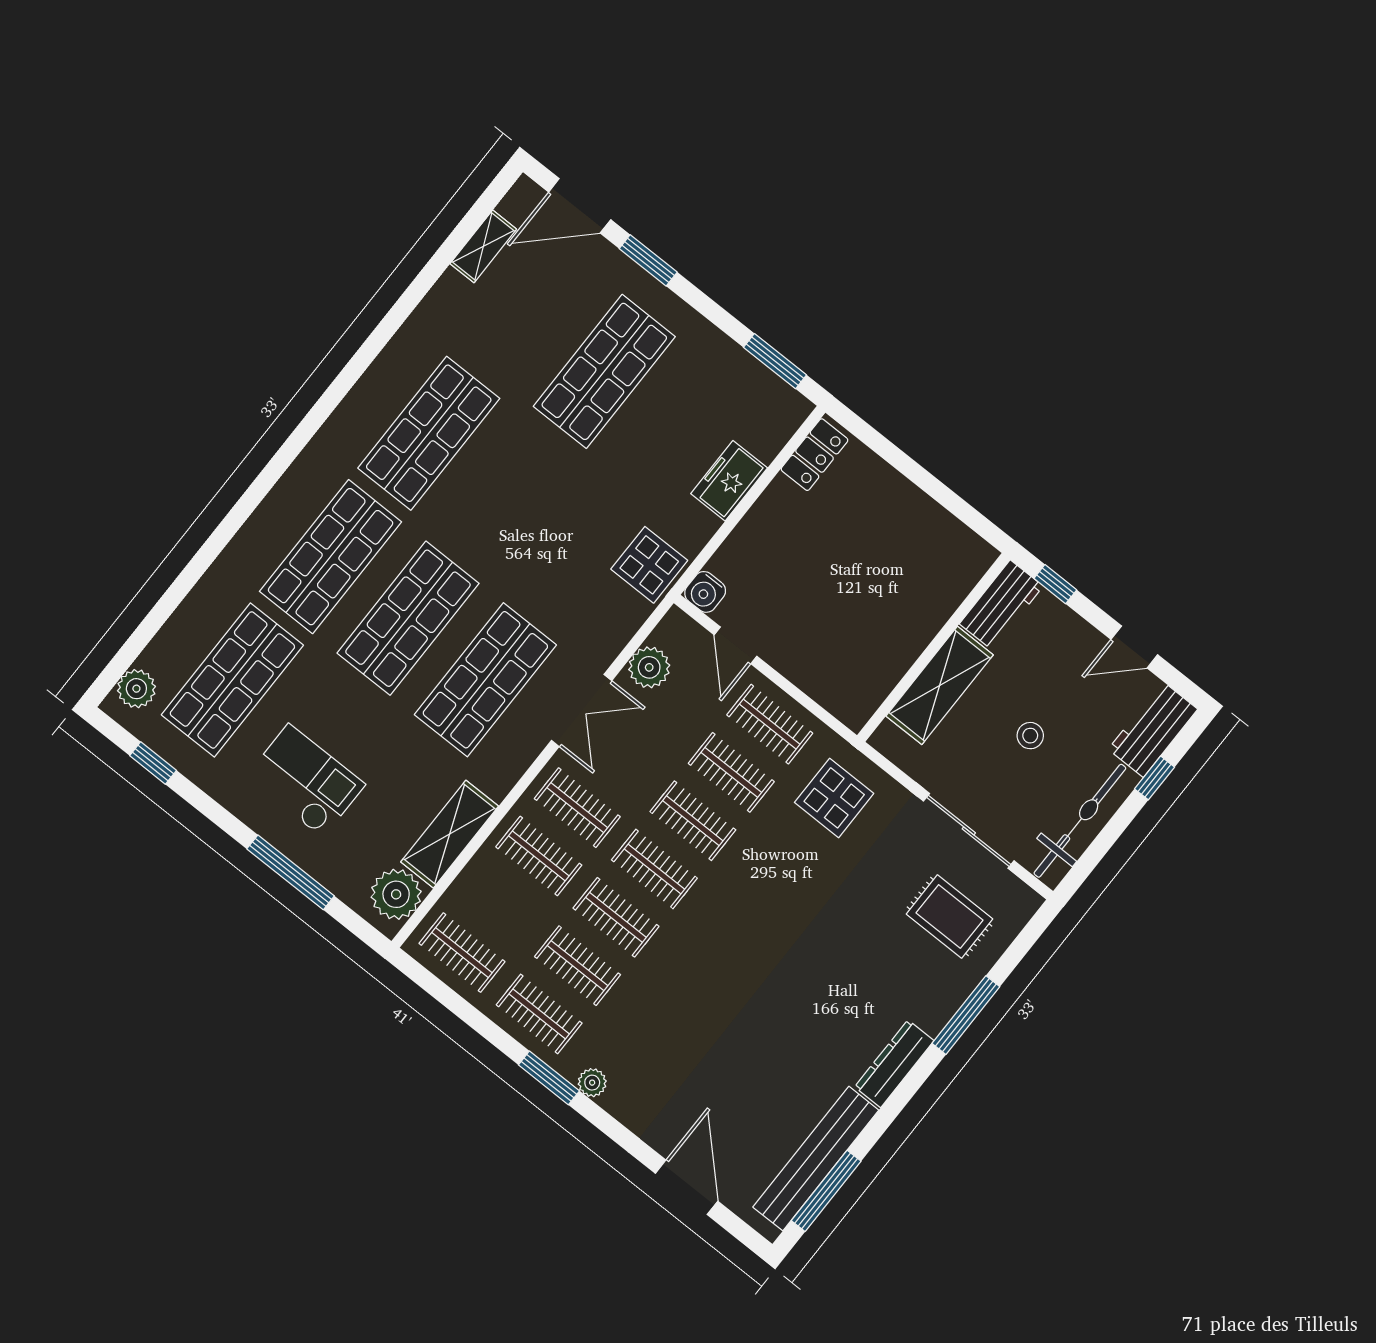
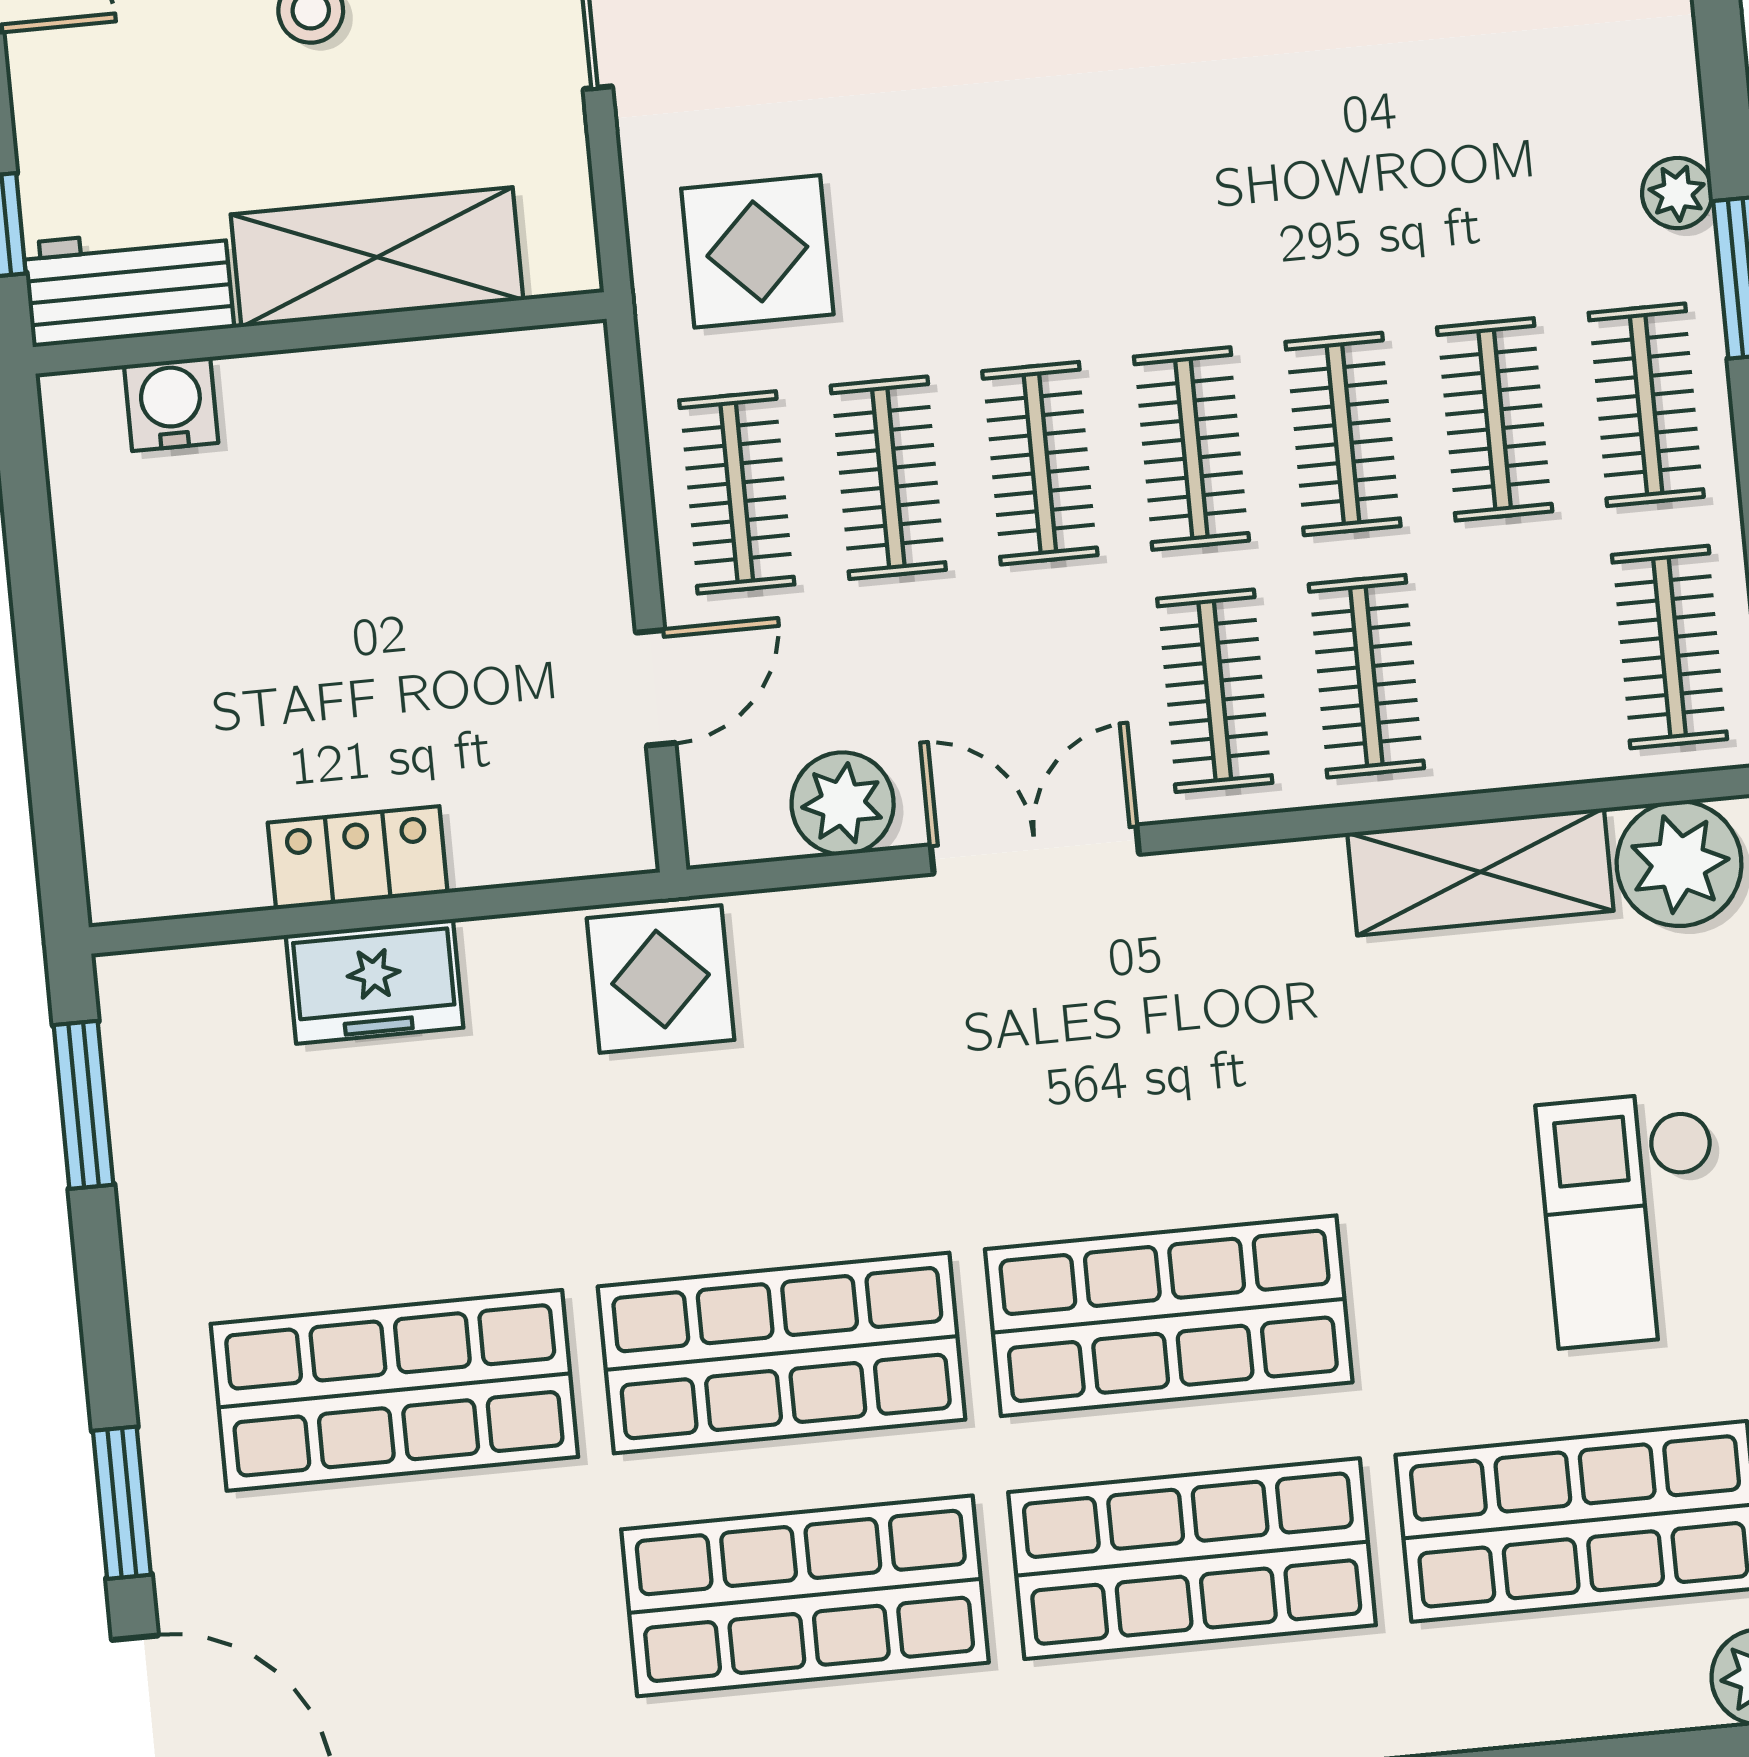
locker: (815, 455) -> (358, 858), moved
water cooler: (705, 592) -> (171, 404), moved, turned -90
shop shelf: (485, 680) -> (782, 1353), moved

